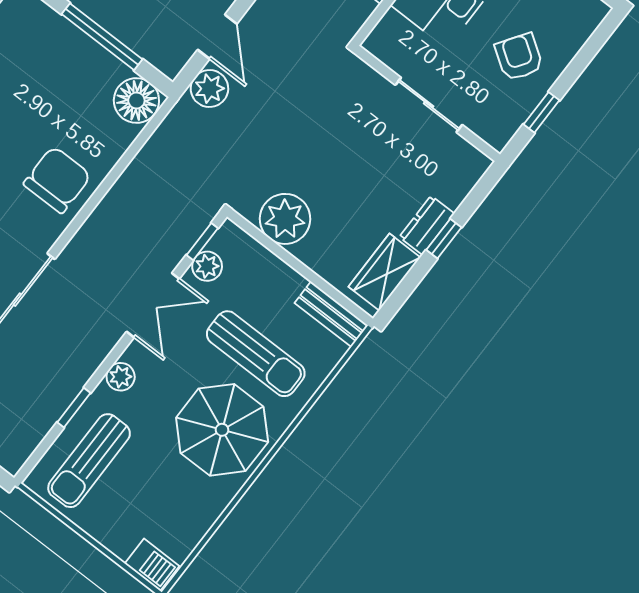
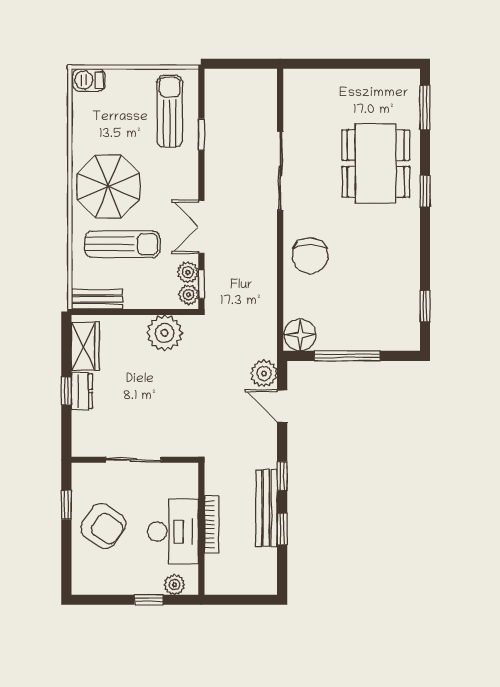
armchair: (519, 57) -> (103, 526), width x1.38, depth x1.38
sun lounger: (256, 354) -> (122, 244), turned 180
plant: (121, 377) -> (188, 295), moved

